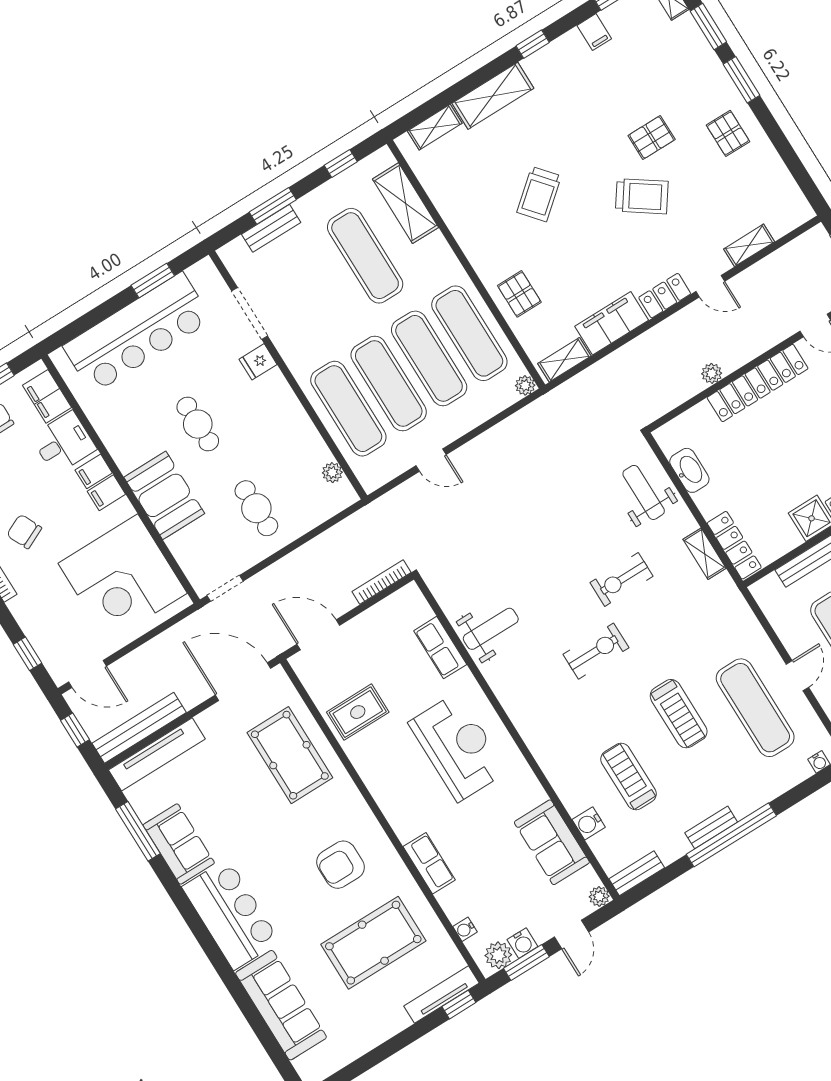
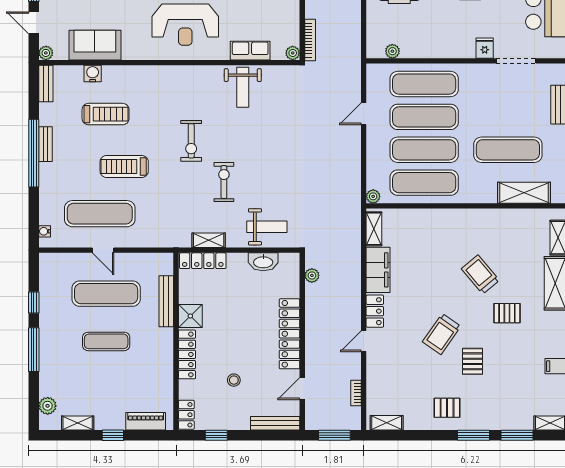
shelving: (749, 245) -> (387, 423), moved, turned 90
bookcase: (779, 256) -> (356, 393), added
pallet: (519, 294) -> (507, 313), moved
plant: (712, 373) -> (312, 275), moved
plant: (411, 594) -> (293, 53), added

